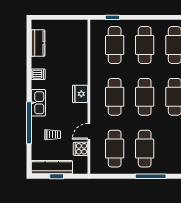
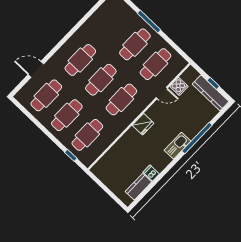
dishwasher: (38, 74) -> (151, 173), moved
trolley: (53, 135) -> (189, 114), removed

